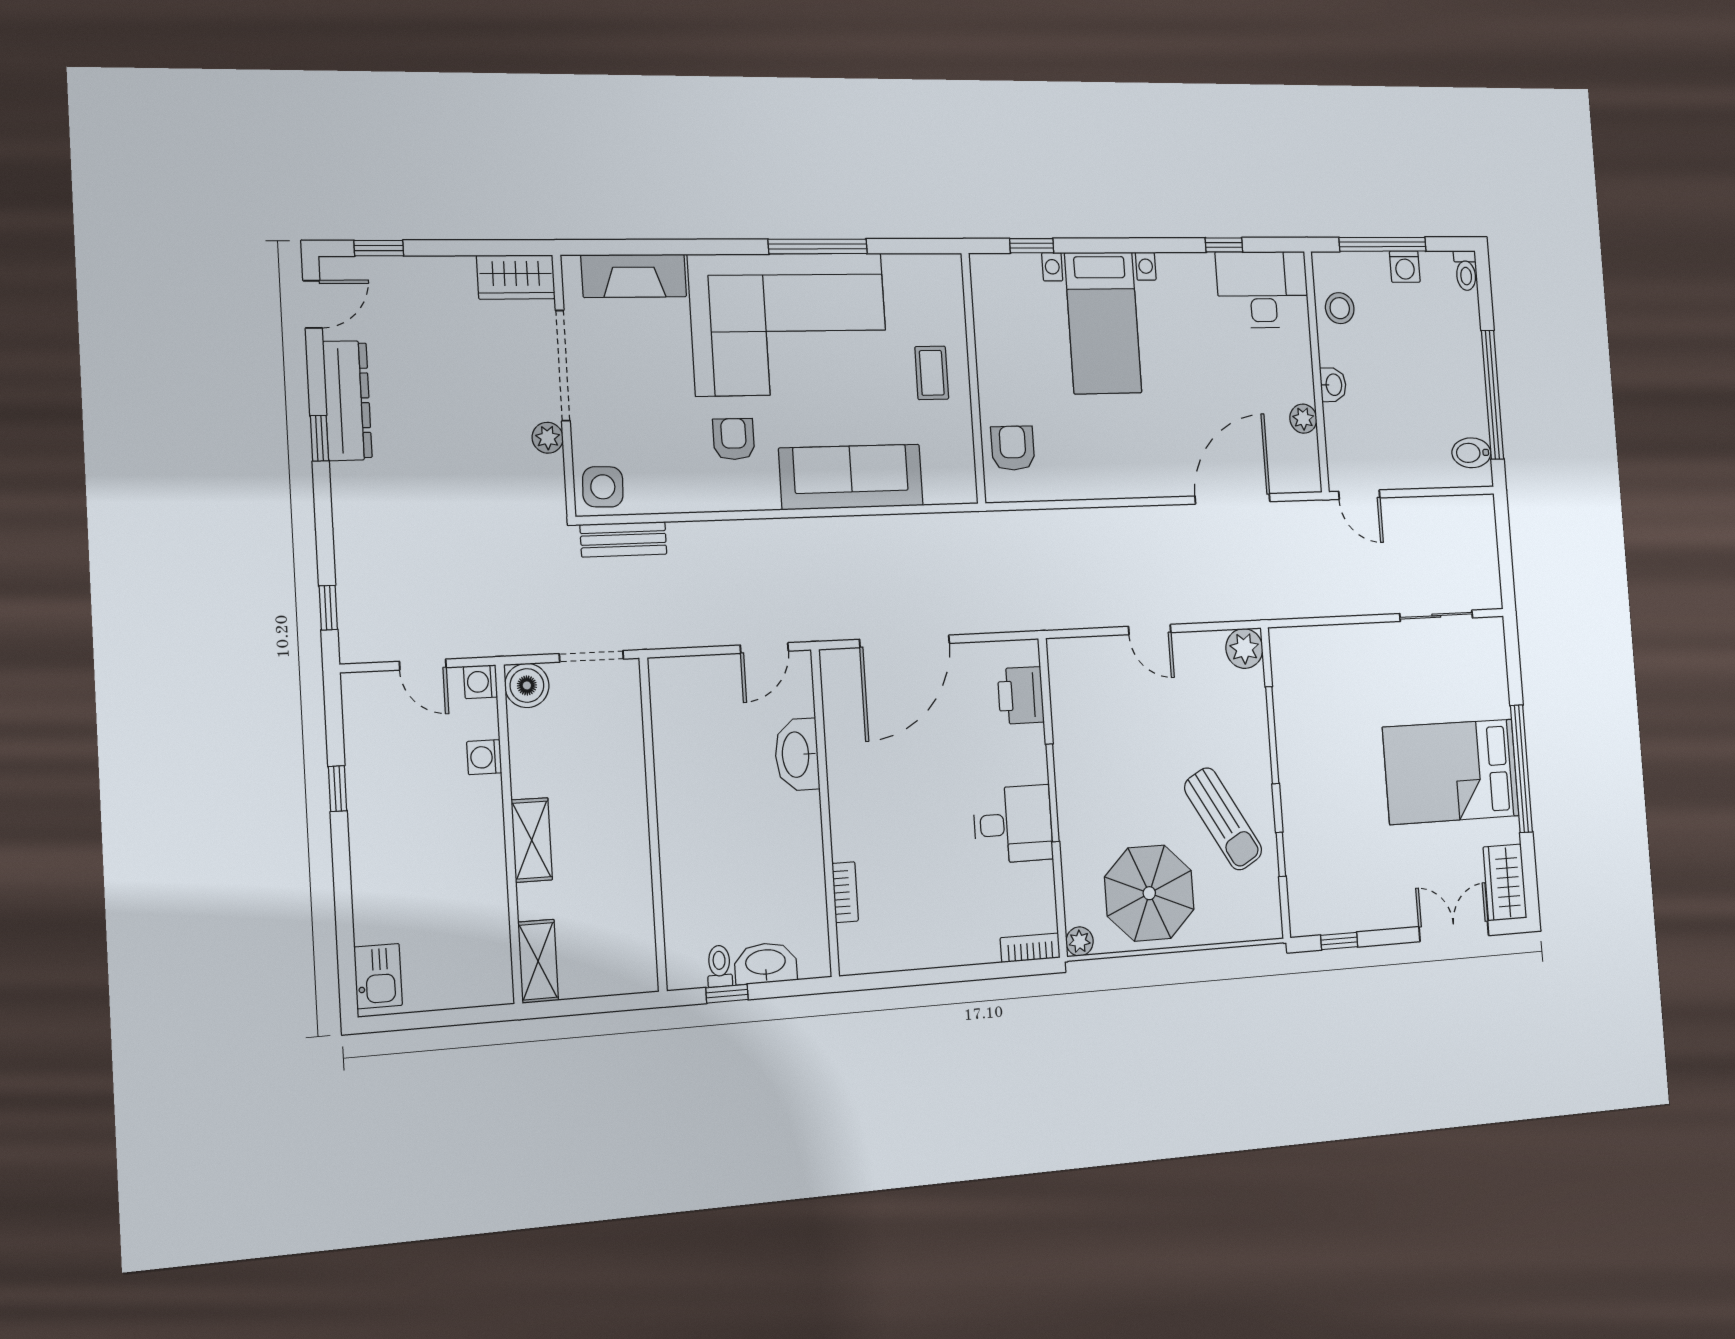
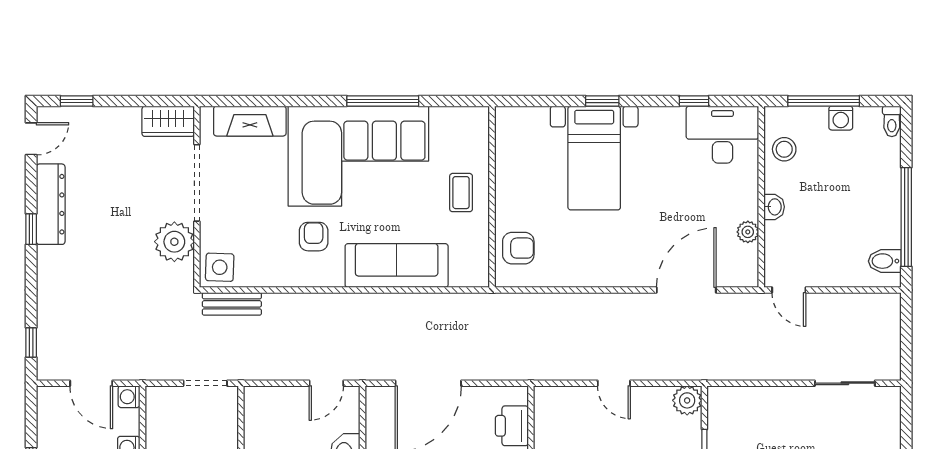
window: (1032, 246) -> (602, 101), moved
plant: (548, 438) -> (174, 242), width x1.88, depth x1.88
armchair: (1013, 448) -> (518, 248), turned 90
door: (423, 665) -> (91, 383), width x1.38
boiler: (527, 685) -> (160, 401), removed

